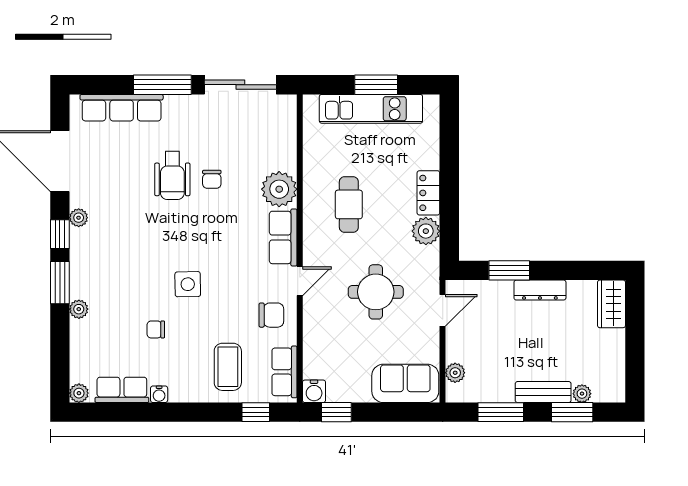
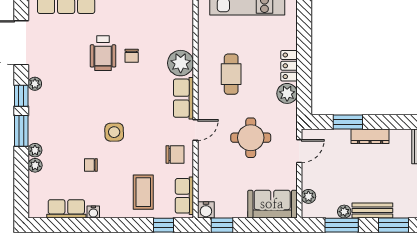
plant: (79, 393) -> (35, 165), moved
plant: (582, 394) -> (344, 212), moved

